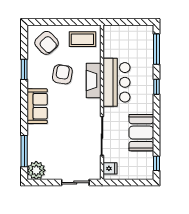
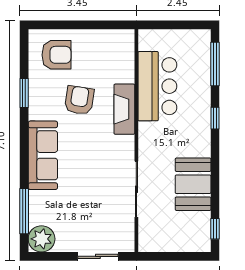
coffee table: (82, 39) -> (108, 50), removed
armchair: (47, 43) -> (56, 55), turned -47
bar counter: (117, 82) -> (157, 86), moved
sofa: (37, 106) -> (43, 155), width x1.36
fridge: (110, 168) -> (148, 236), removed

